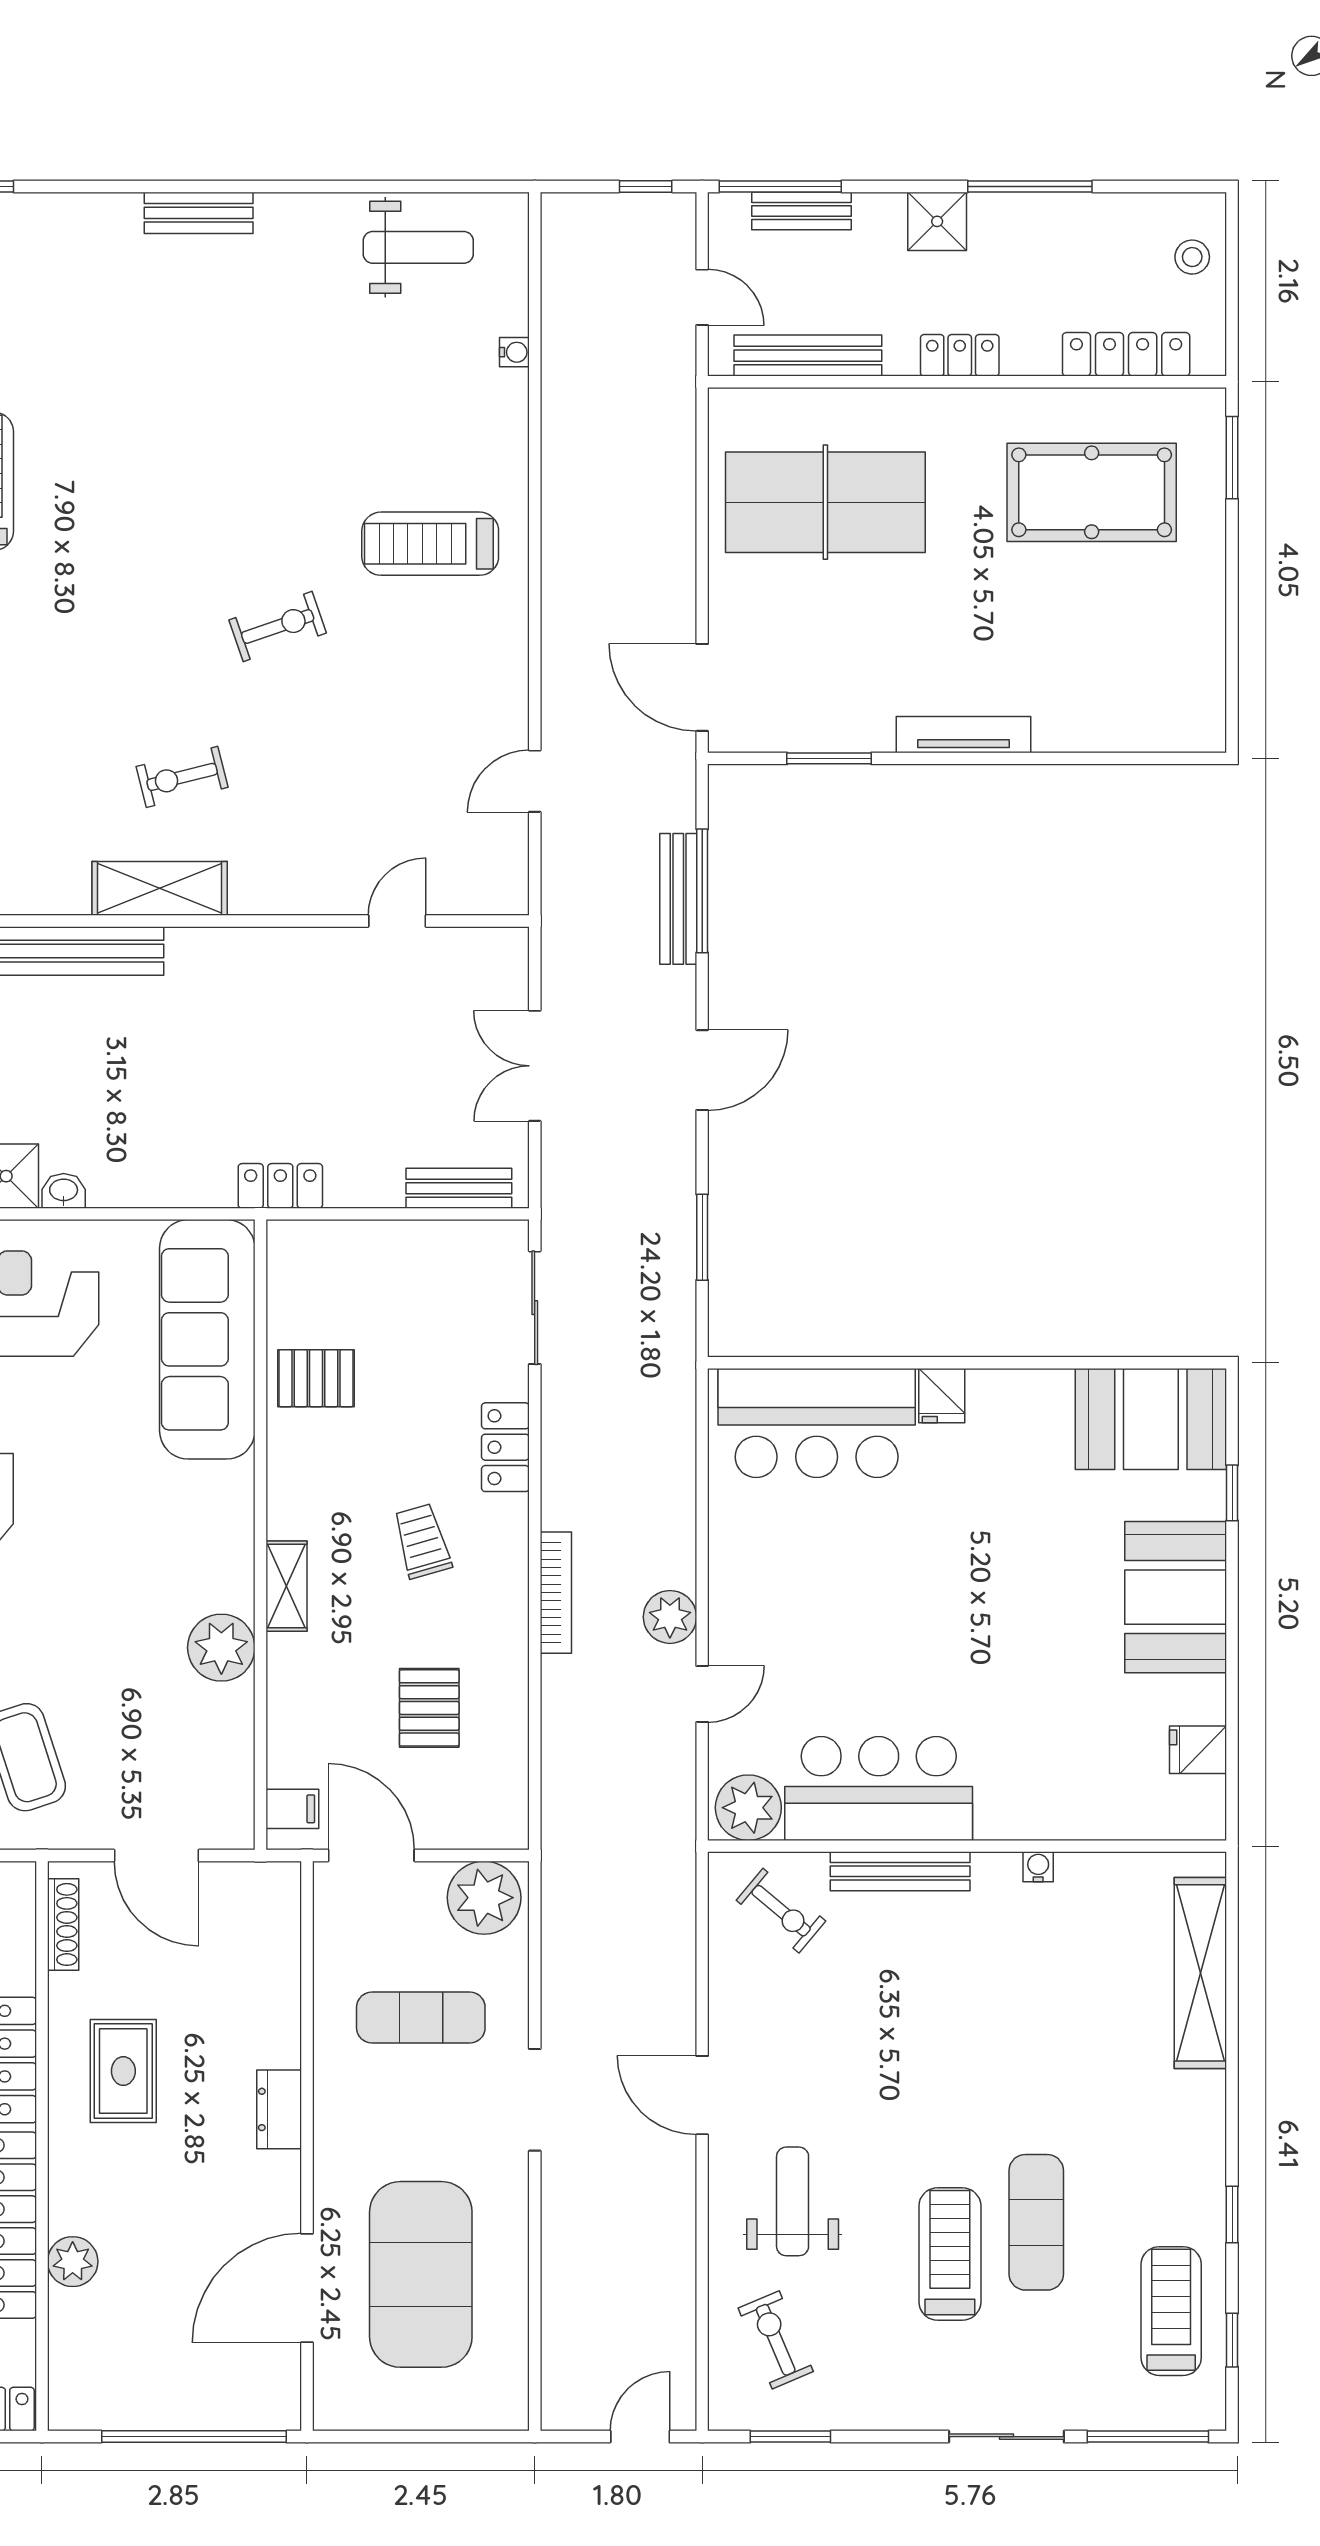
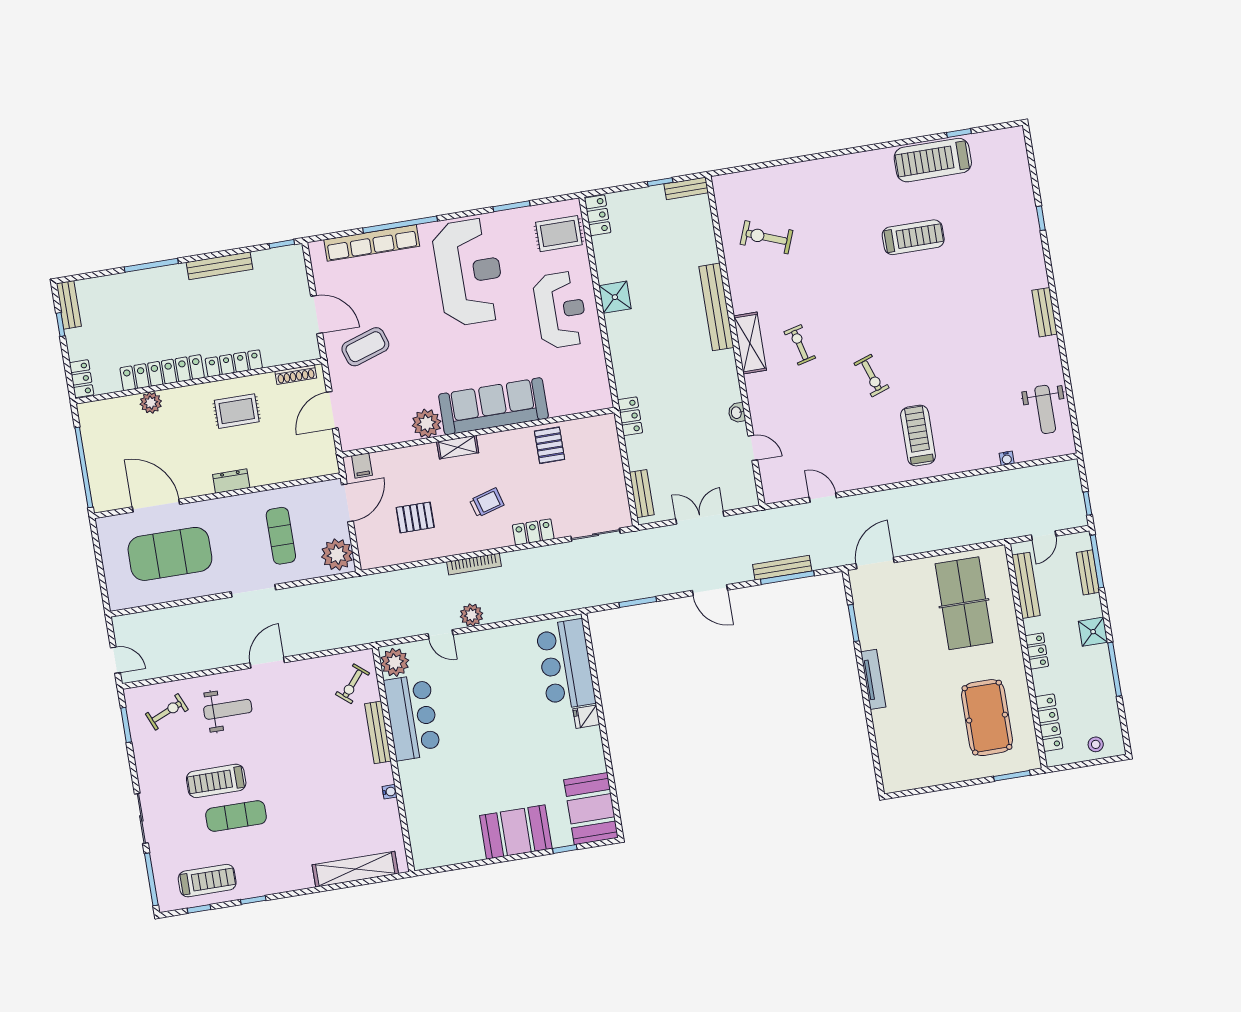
washbasin: (64, 1191) -> (737, 413), moved, turned 180
sofa: (207, 1339) -> (493, 406), moved
fridge: (1198, 1750) -> (451, 852), removed
treadmill: (950, 2254) -> (216, 781), turned 180

